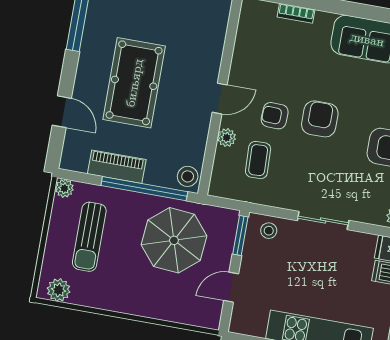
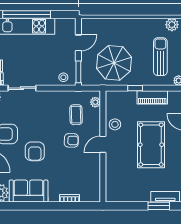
armchair: (320, 119) -> (35, 151), moved
plant: (227, 138) -> (95, 102), moved
stool: (188, 176) -> (115, 124), moved
window: (144, 189) -> (135, 88), width x0.32
sliding door: (323, 220) -> (22, 88), moved

